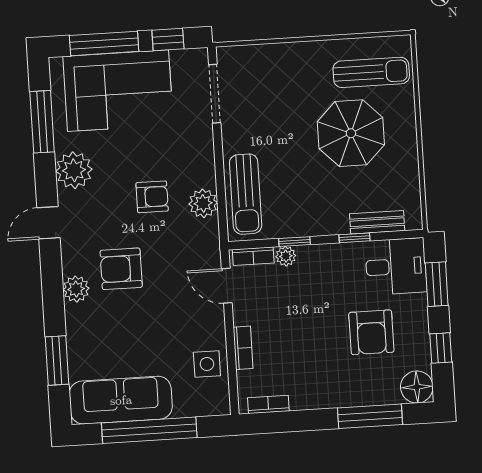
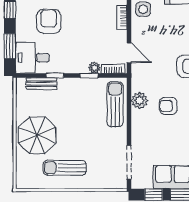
sun lounger: (371, 72) -> (65, 168), moved
parasol: (351, 133) -> (37, 135), moved

